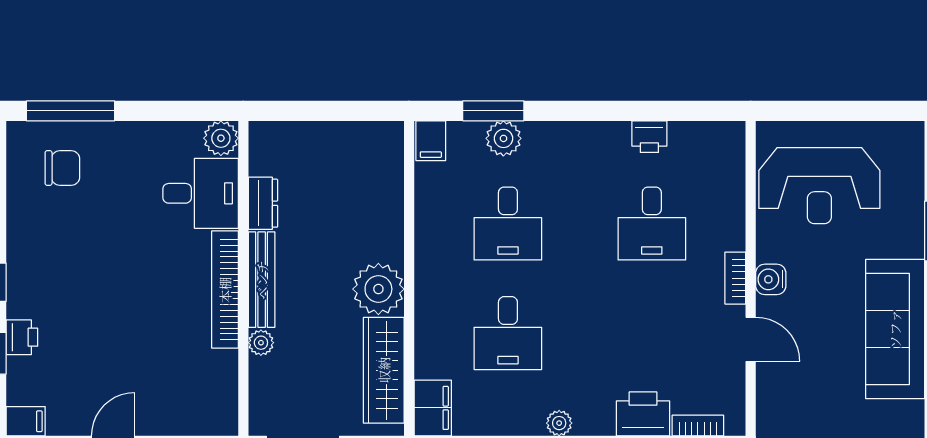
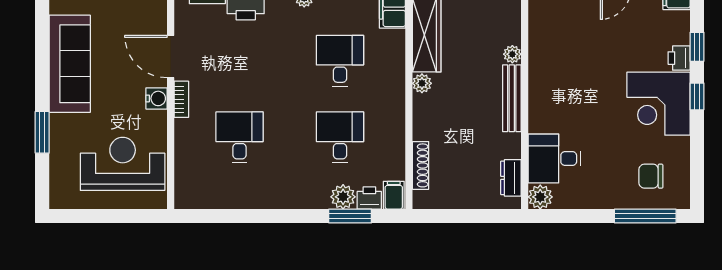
printer: (649, 137) -> (369, 198), moved
shoe rack: (392, 183) -> (421, 165), added
dresser: (263, 203) -> (511, 178), moved
corner desk: (51, 272) -> (659, 104), added
plant: (378, 289) -> (422, 83), width x0.53, depth x0.53
bookcase: (225, 290) -> (537, 91), removed
door: (751, 339) -> (171, 57), width x1.38

